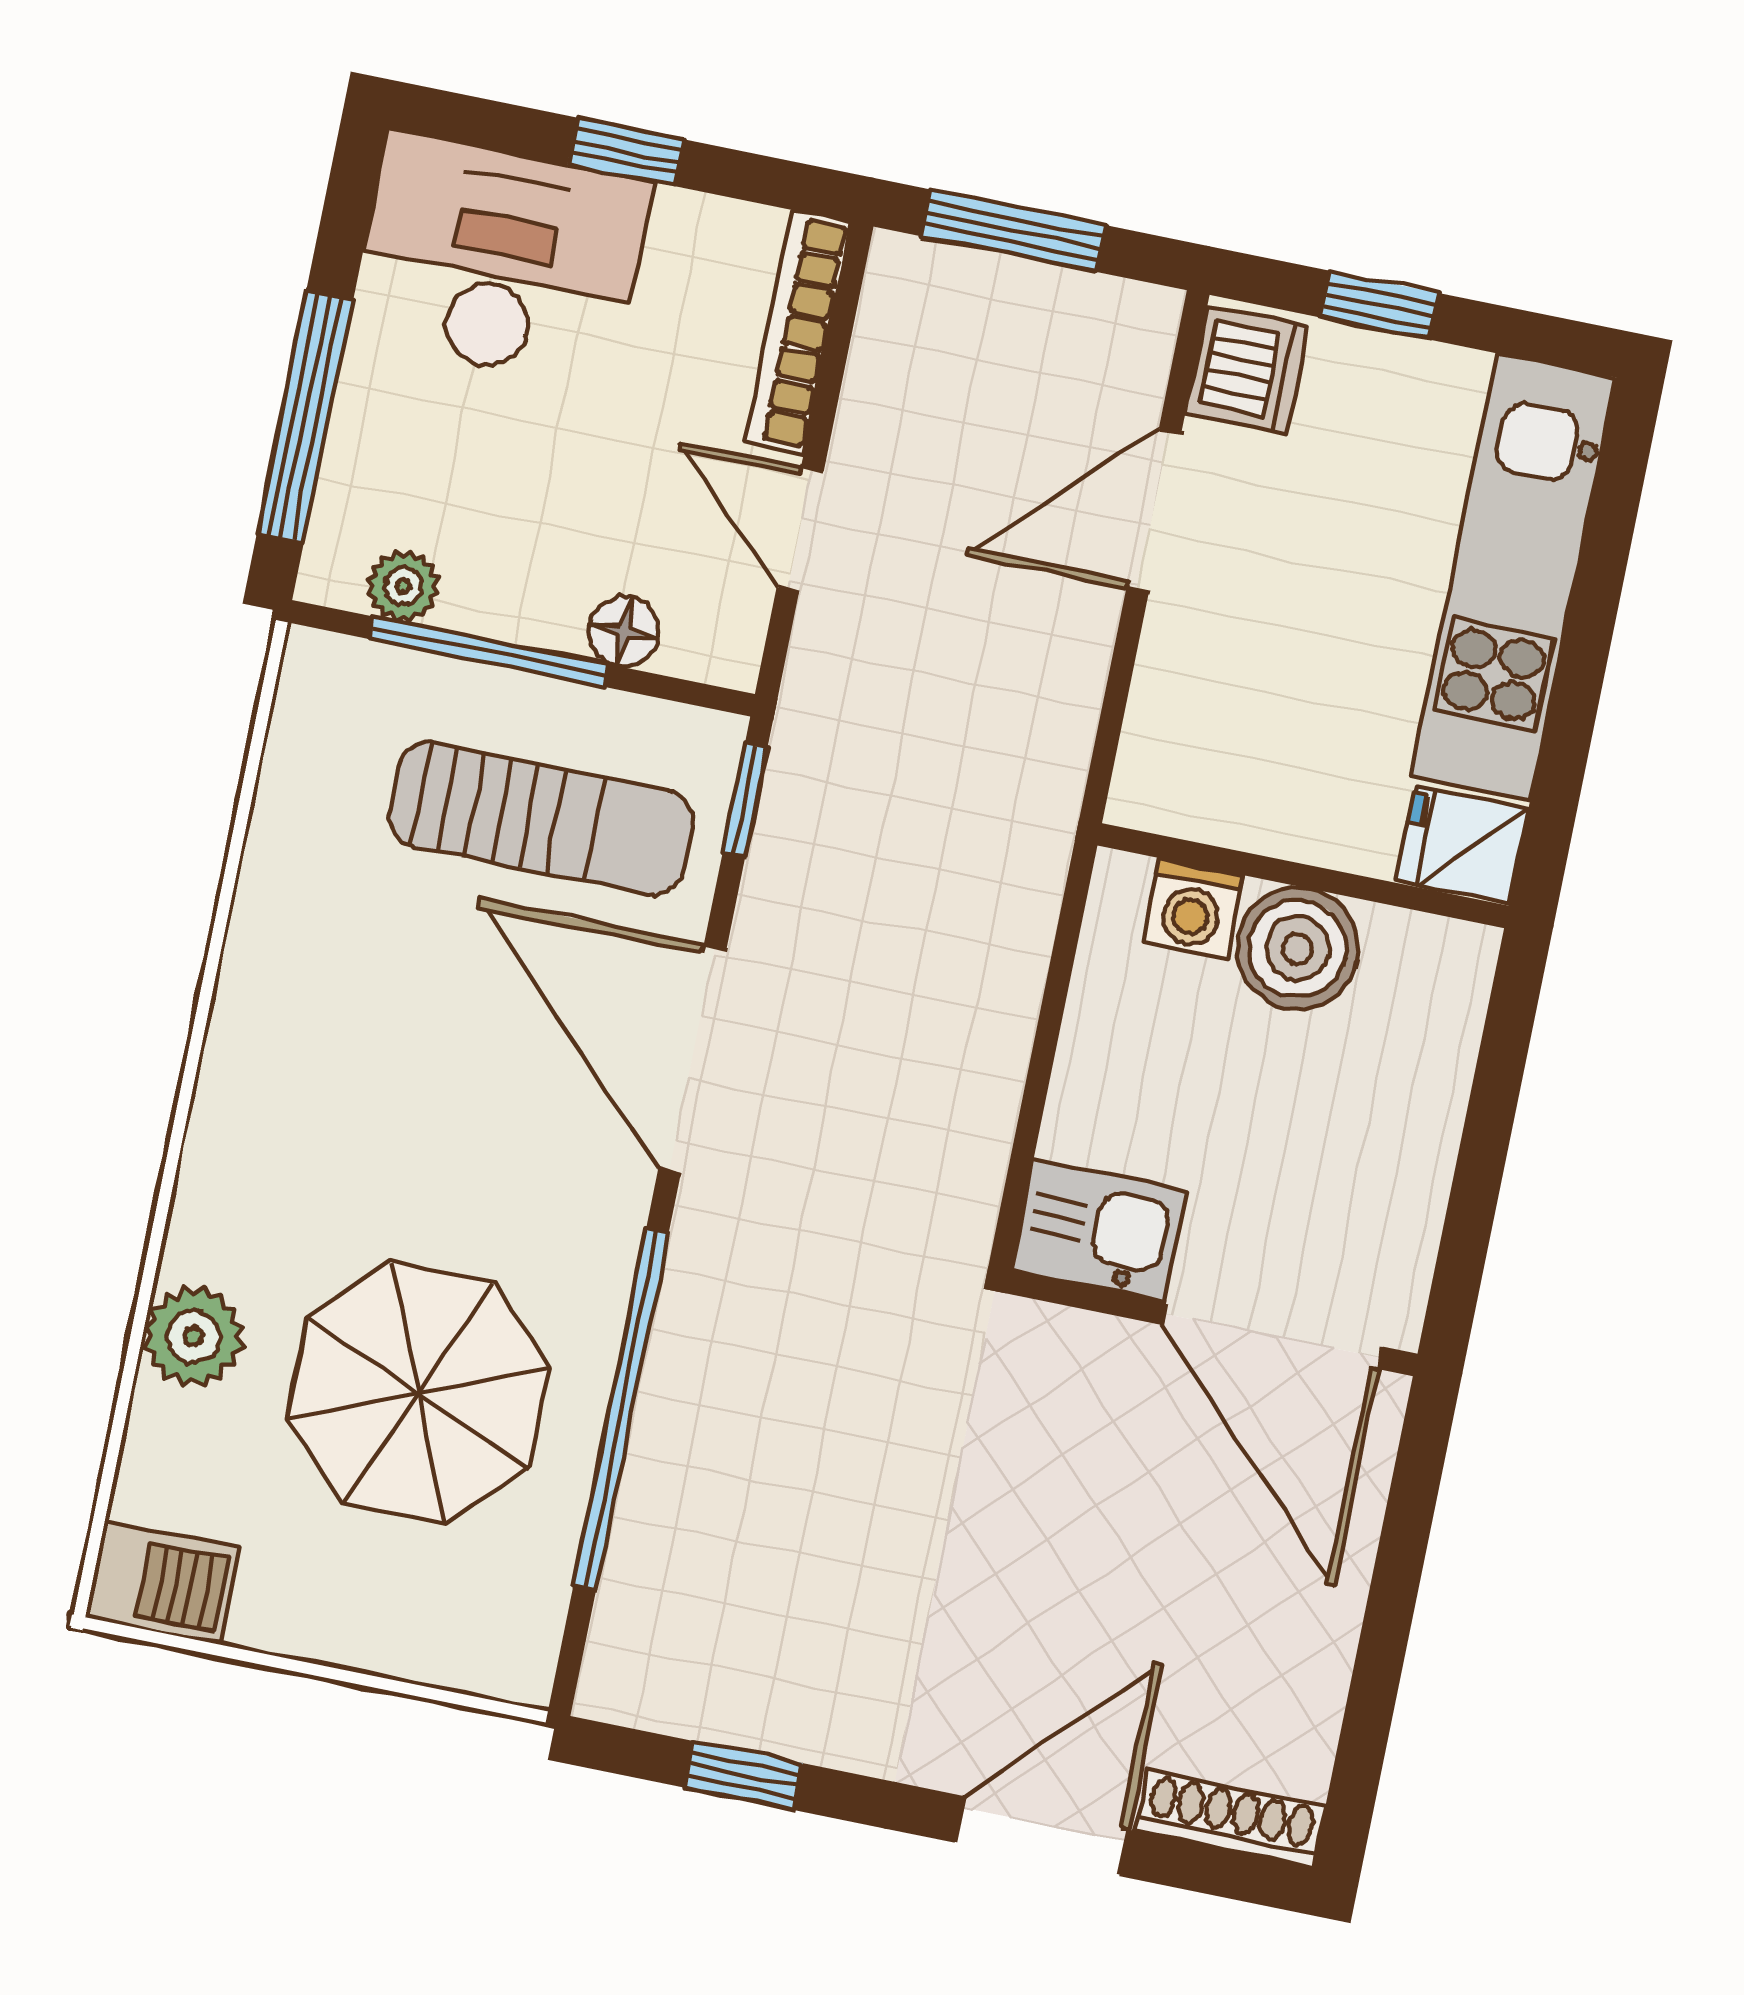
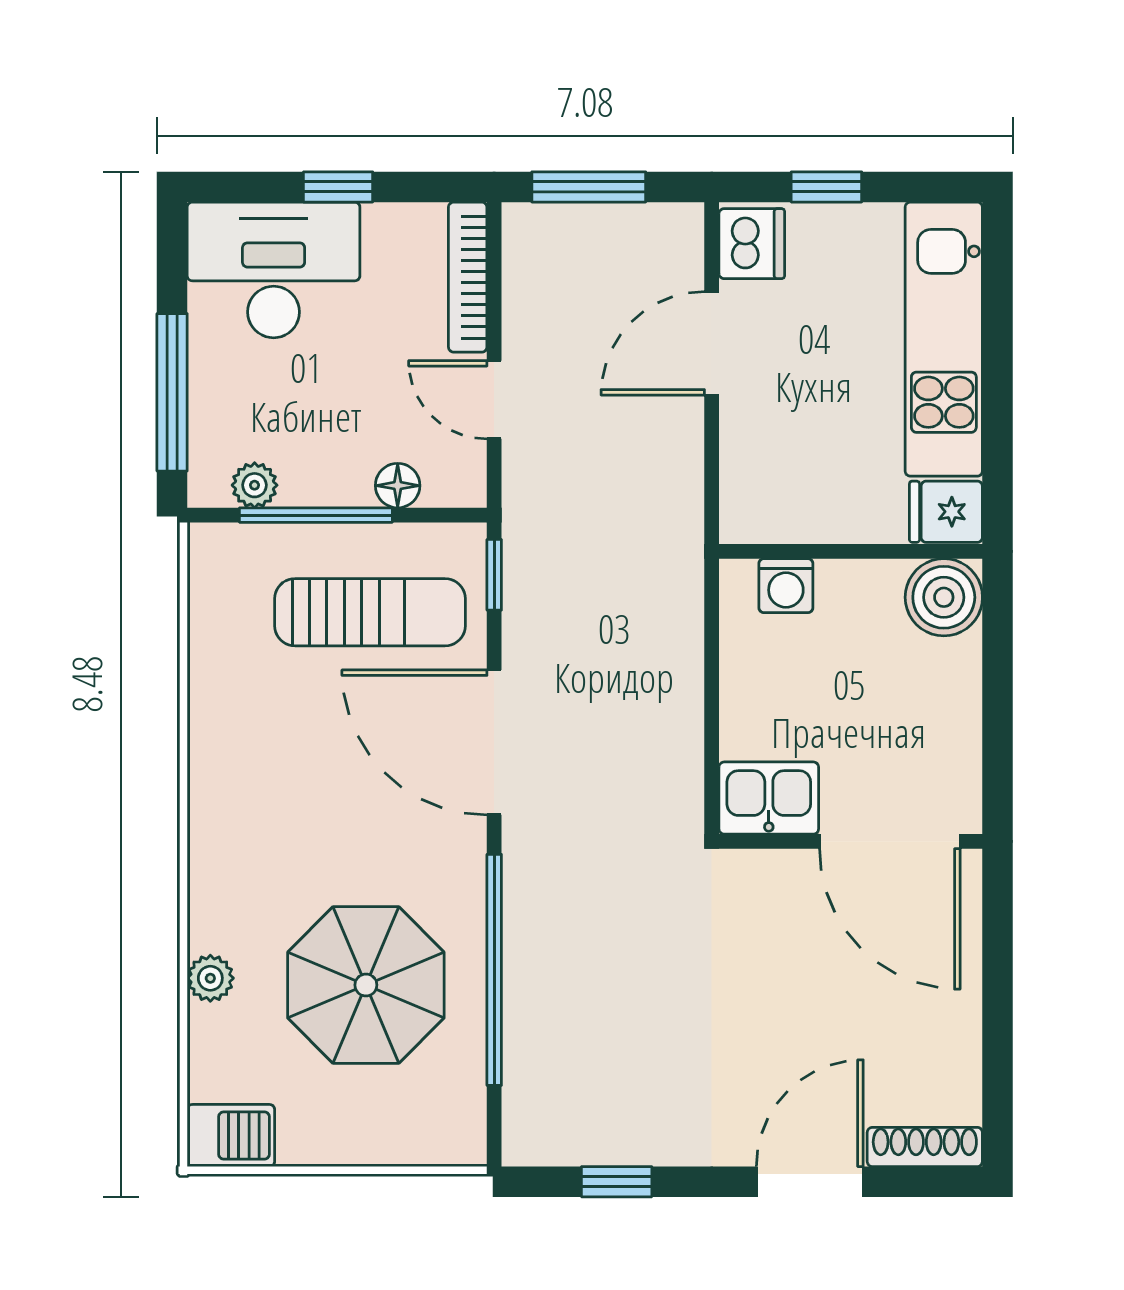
boiler: (1297, 948) -> (944, 597), moved
plant: (193, 1336) -> (210, 978), width x0.73, depth x0.73

